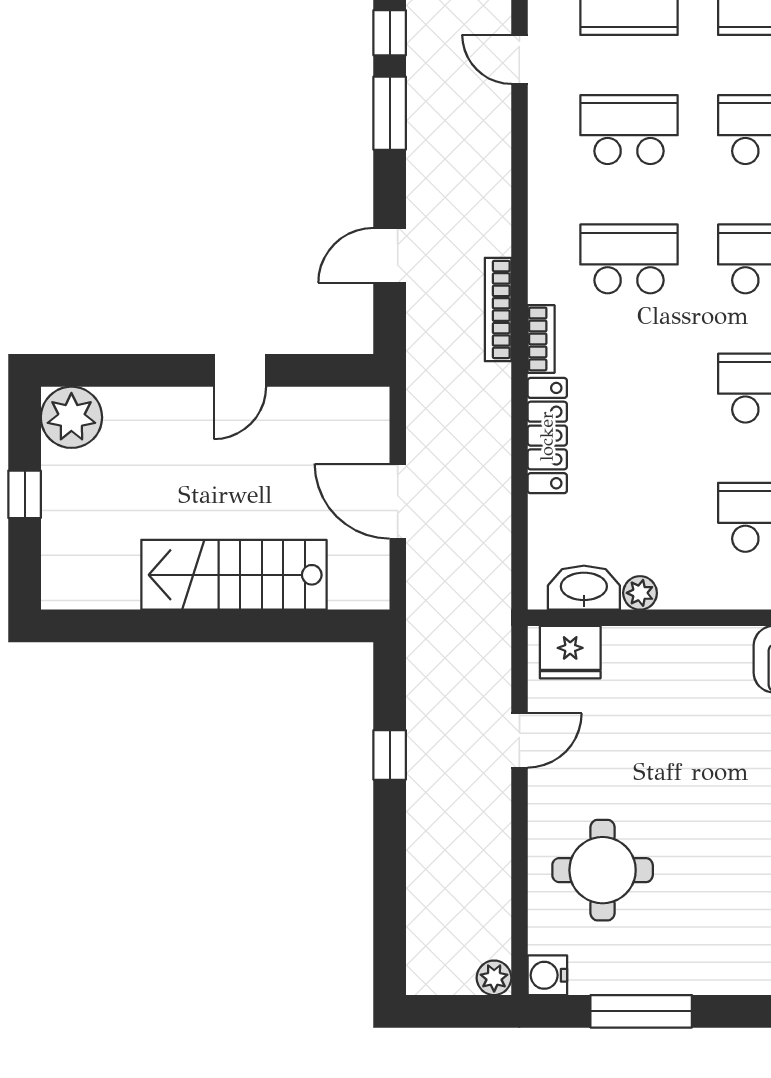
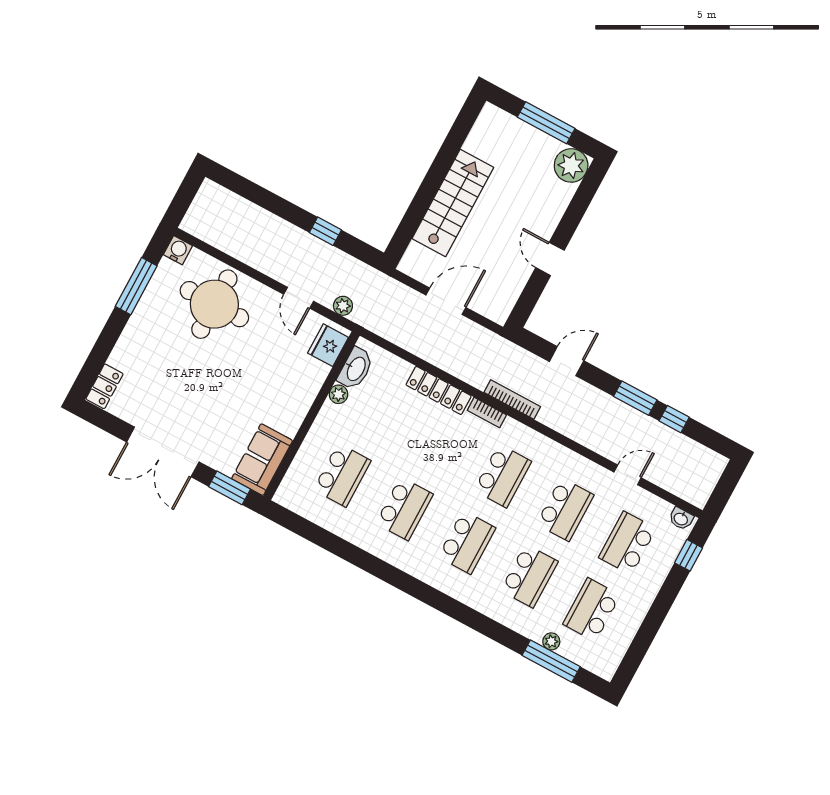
door: (390, 255) -> (567, 361), hinge flipped
window: (25, 494) -> (546, 123), width x2.17
round table: (603, 870) -> (214, 304), width x1.36, depth x1.36
plant: (494, 978) -> (343, 306), moved

